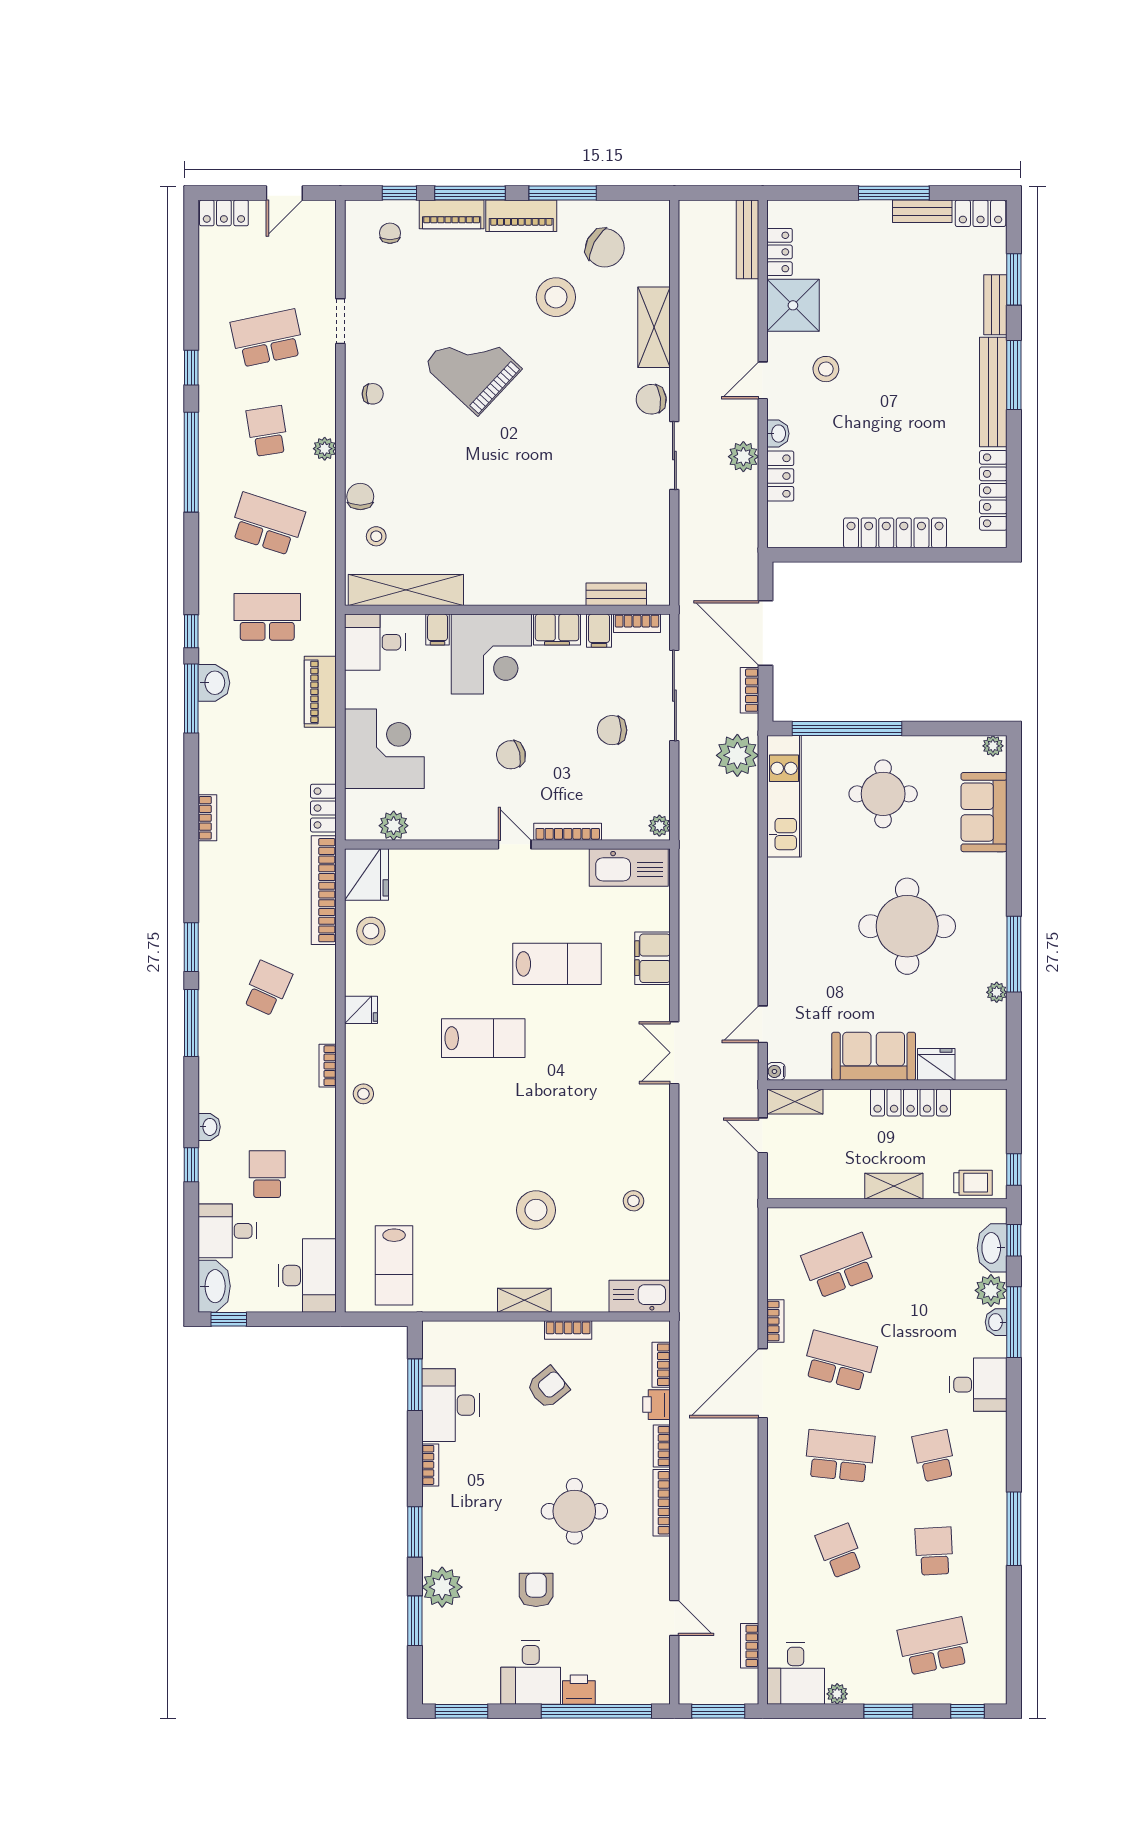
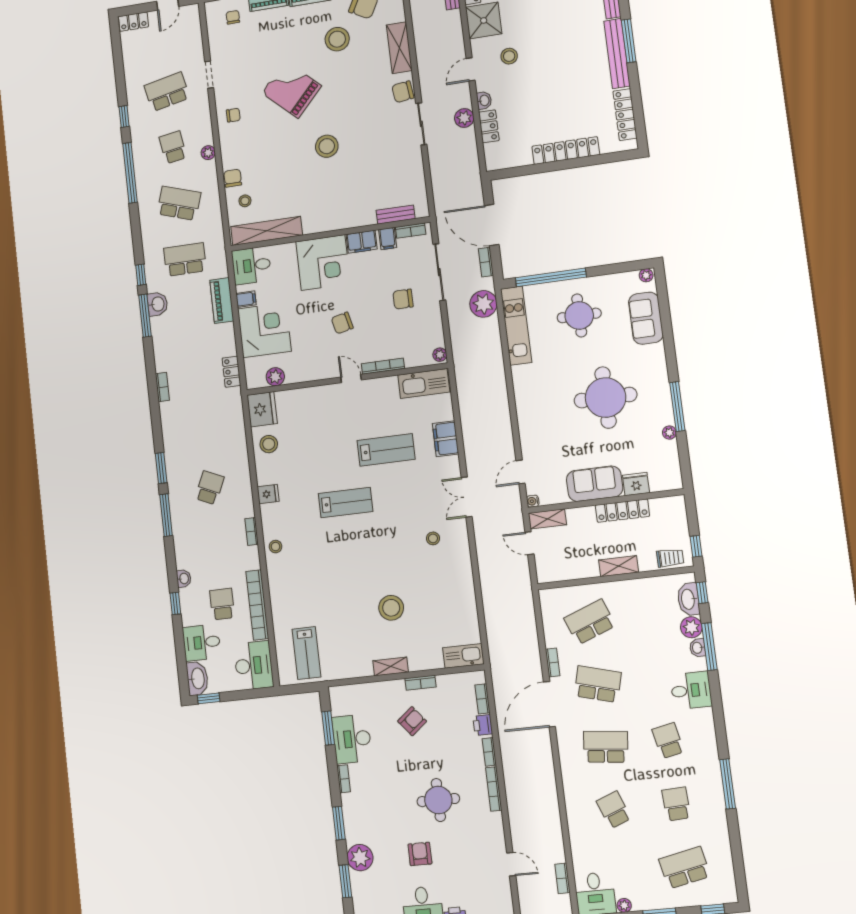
stool: (519, 468) -> (327, 146), added
filing cabinet: (438, 630) -> (246, 299), moved, turned -90
bookcase: (324, 890) -> (257, 605), moved
stool: (633, 1201) -> (433, 538), moved

